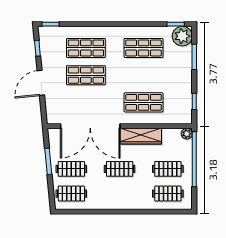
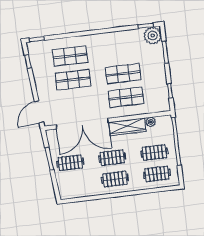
shop shelf: (144, 48) -> (123, 74), moved
door: (41, 83) -> (39, 112), moved
plant: (187, 134) -> (151, 122), moved
clothes rail: (71, 194) -> (115, 179), moved

